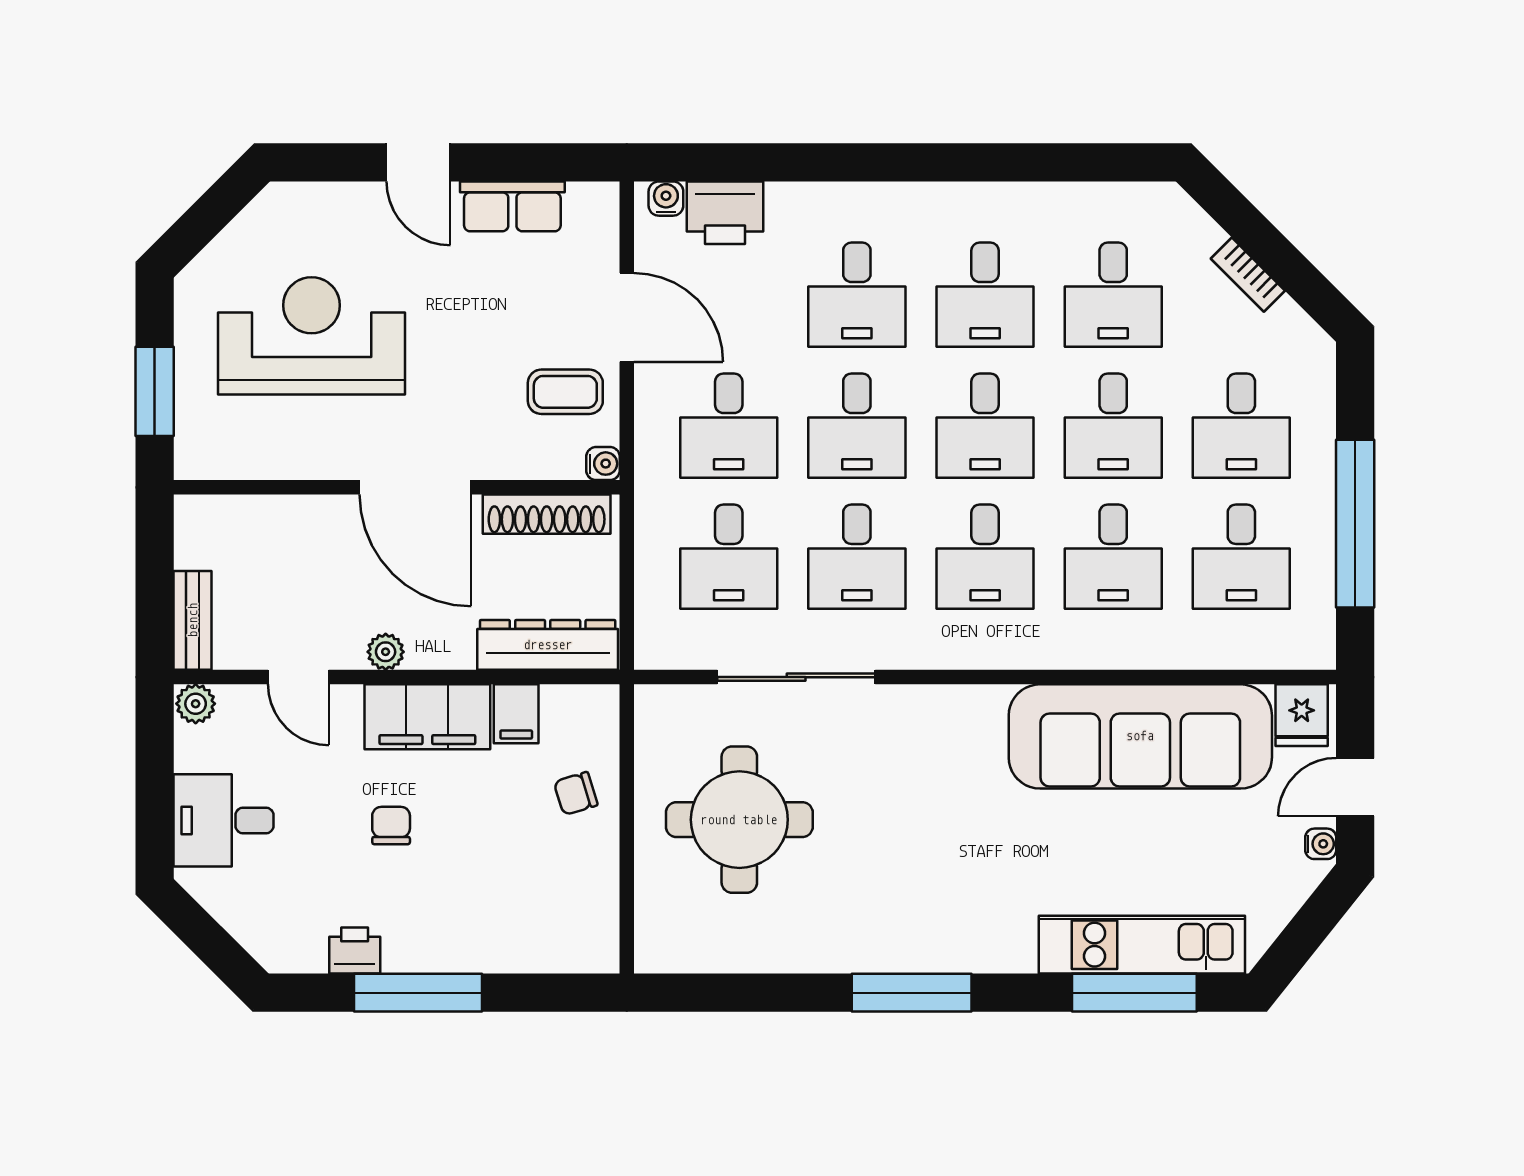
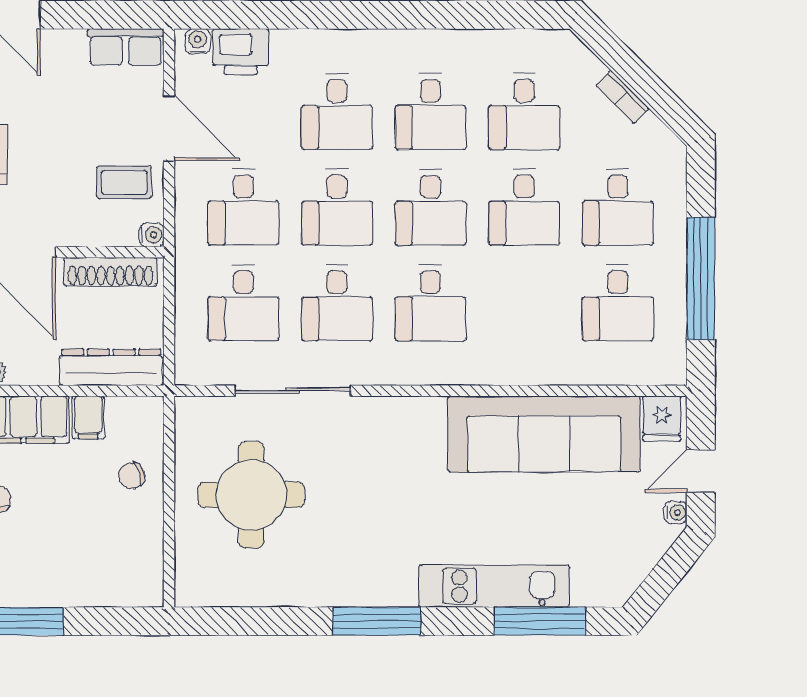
row of seats: (512, 206) -> (126, 47), moved
desk: (1113, 557) -> (524, 303), removed
kitchen unit: (1142, 945) -> (494, 586), moved

